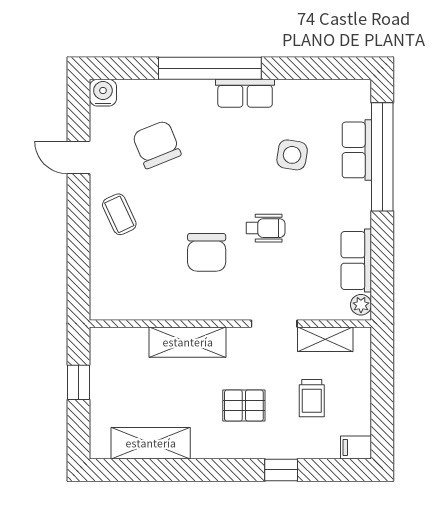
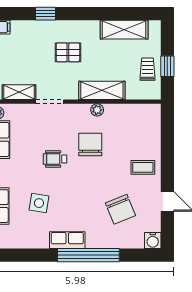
coffee table: (119, 214) -> (143, 167), turned -65
plant: (195, 310) -> (97, 110), added
trolley: (312, 398) -> (148, 69), moved

